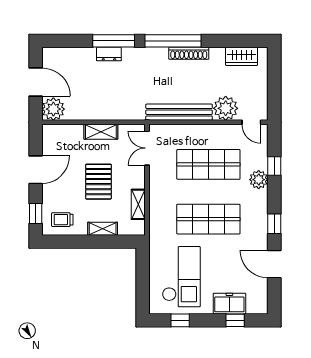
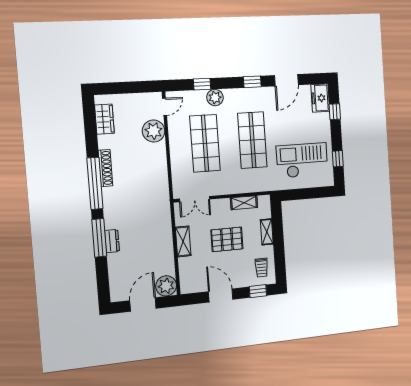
bench: (179, 112) -> (160, 173), removed
freezer: (229, 304) -> (320, 98), moved

